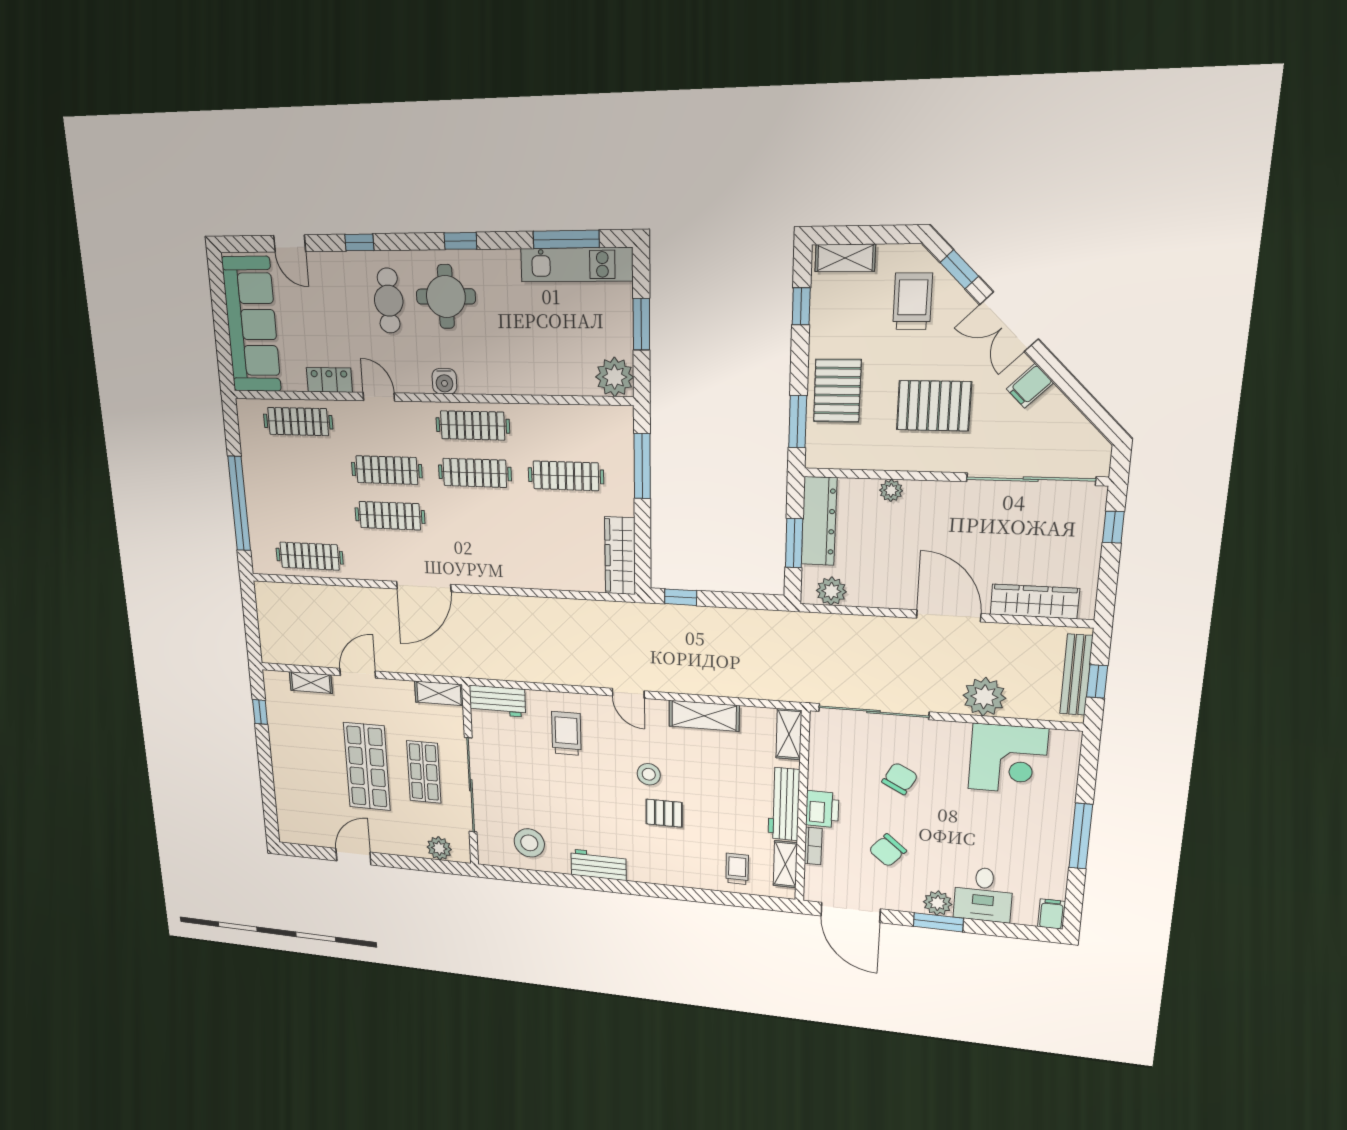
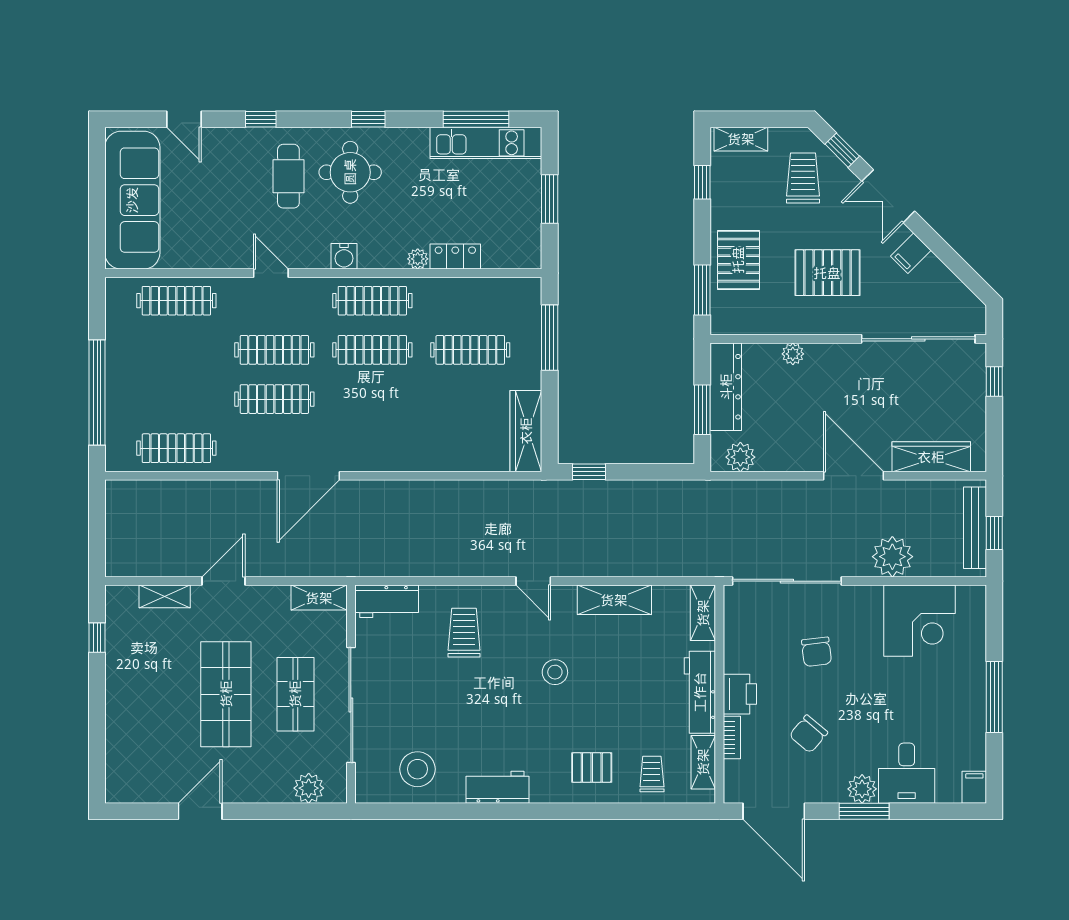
plant: (615, 377) -> (418, 259), moved, width x0.53, depth x0.53
locker: (329, 380) -> (455, 256), moved
chair: (900, 779) -> (817, 652), turned 145
pallet: (664, 813) -> (592, 768), moved

